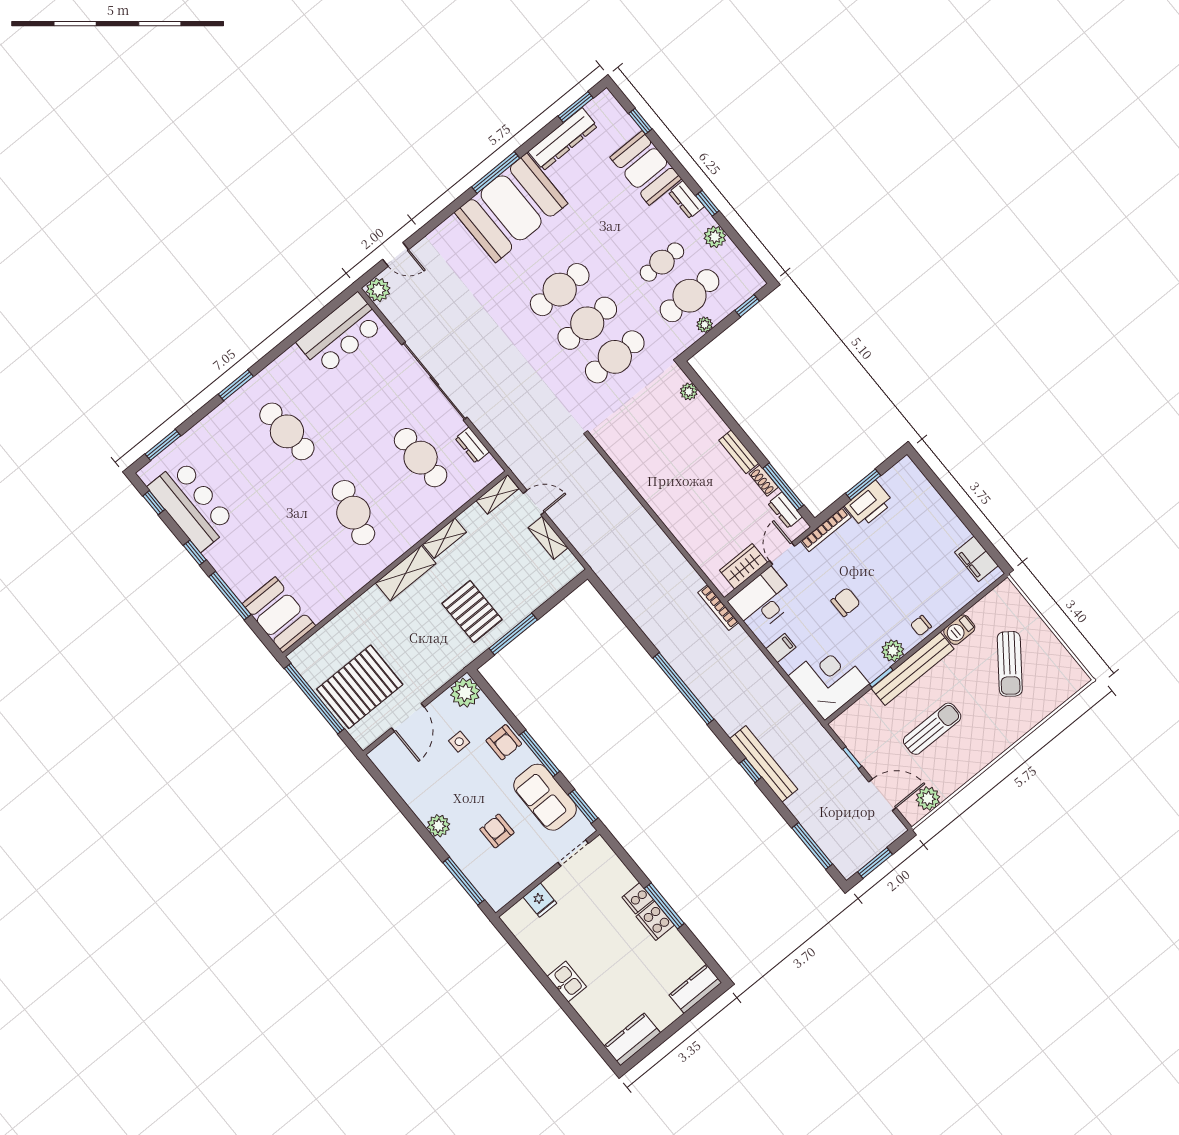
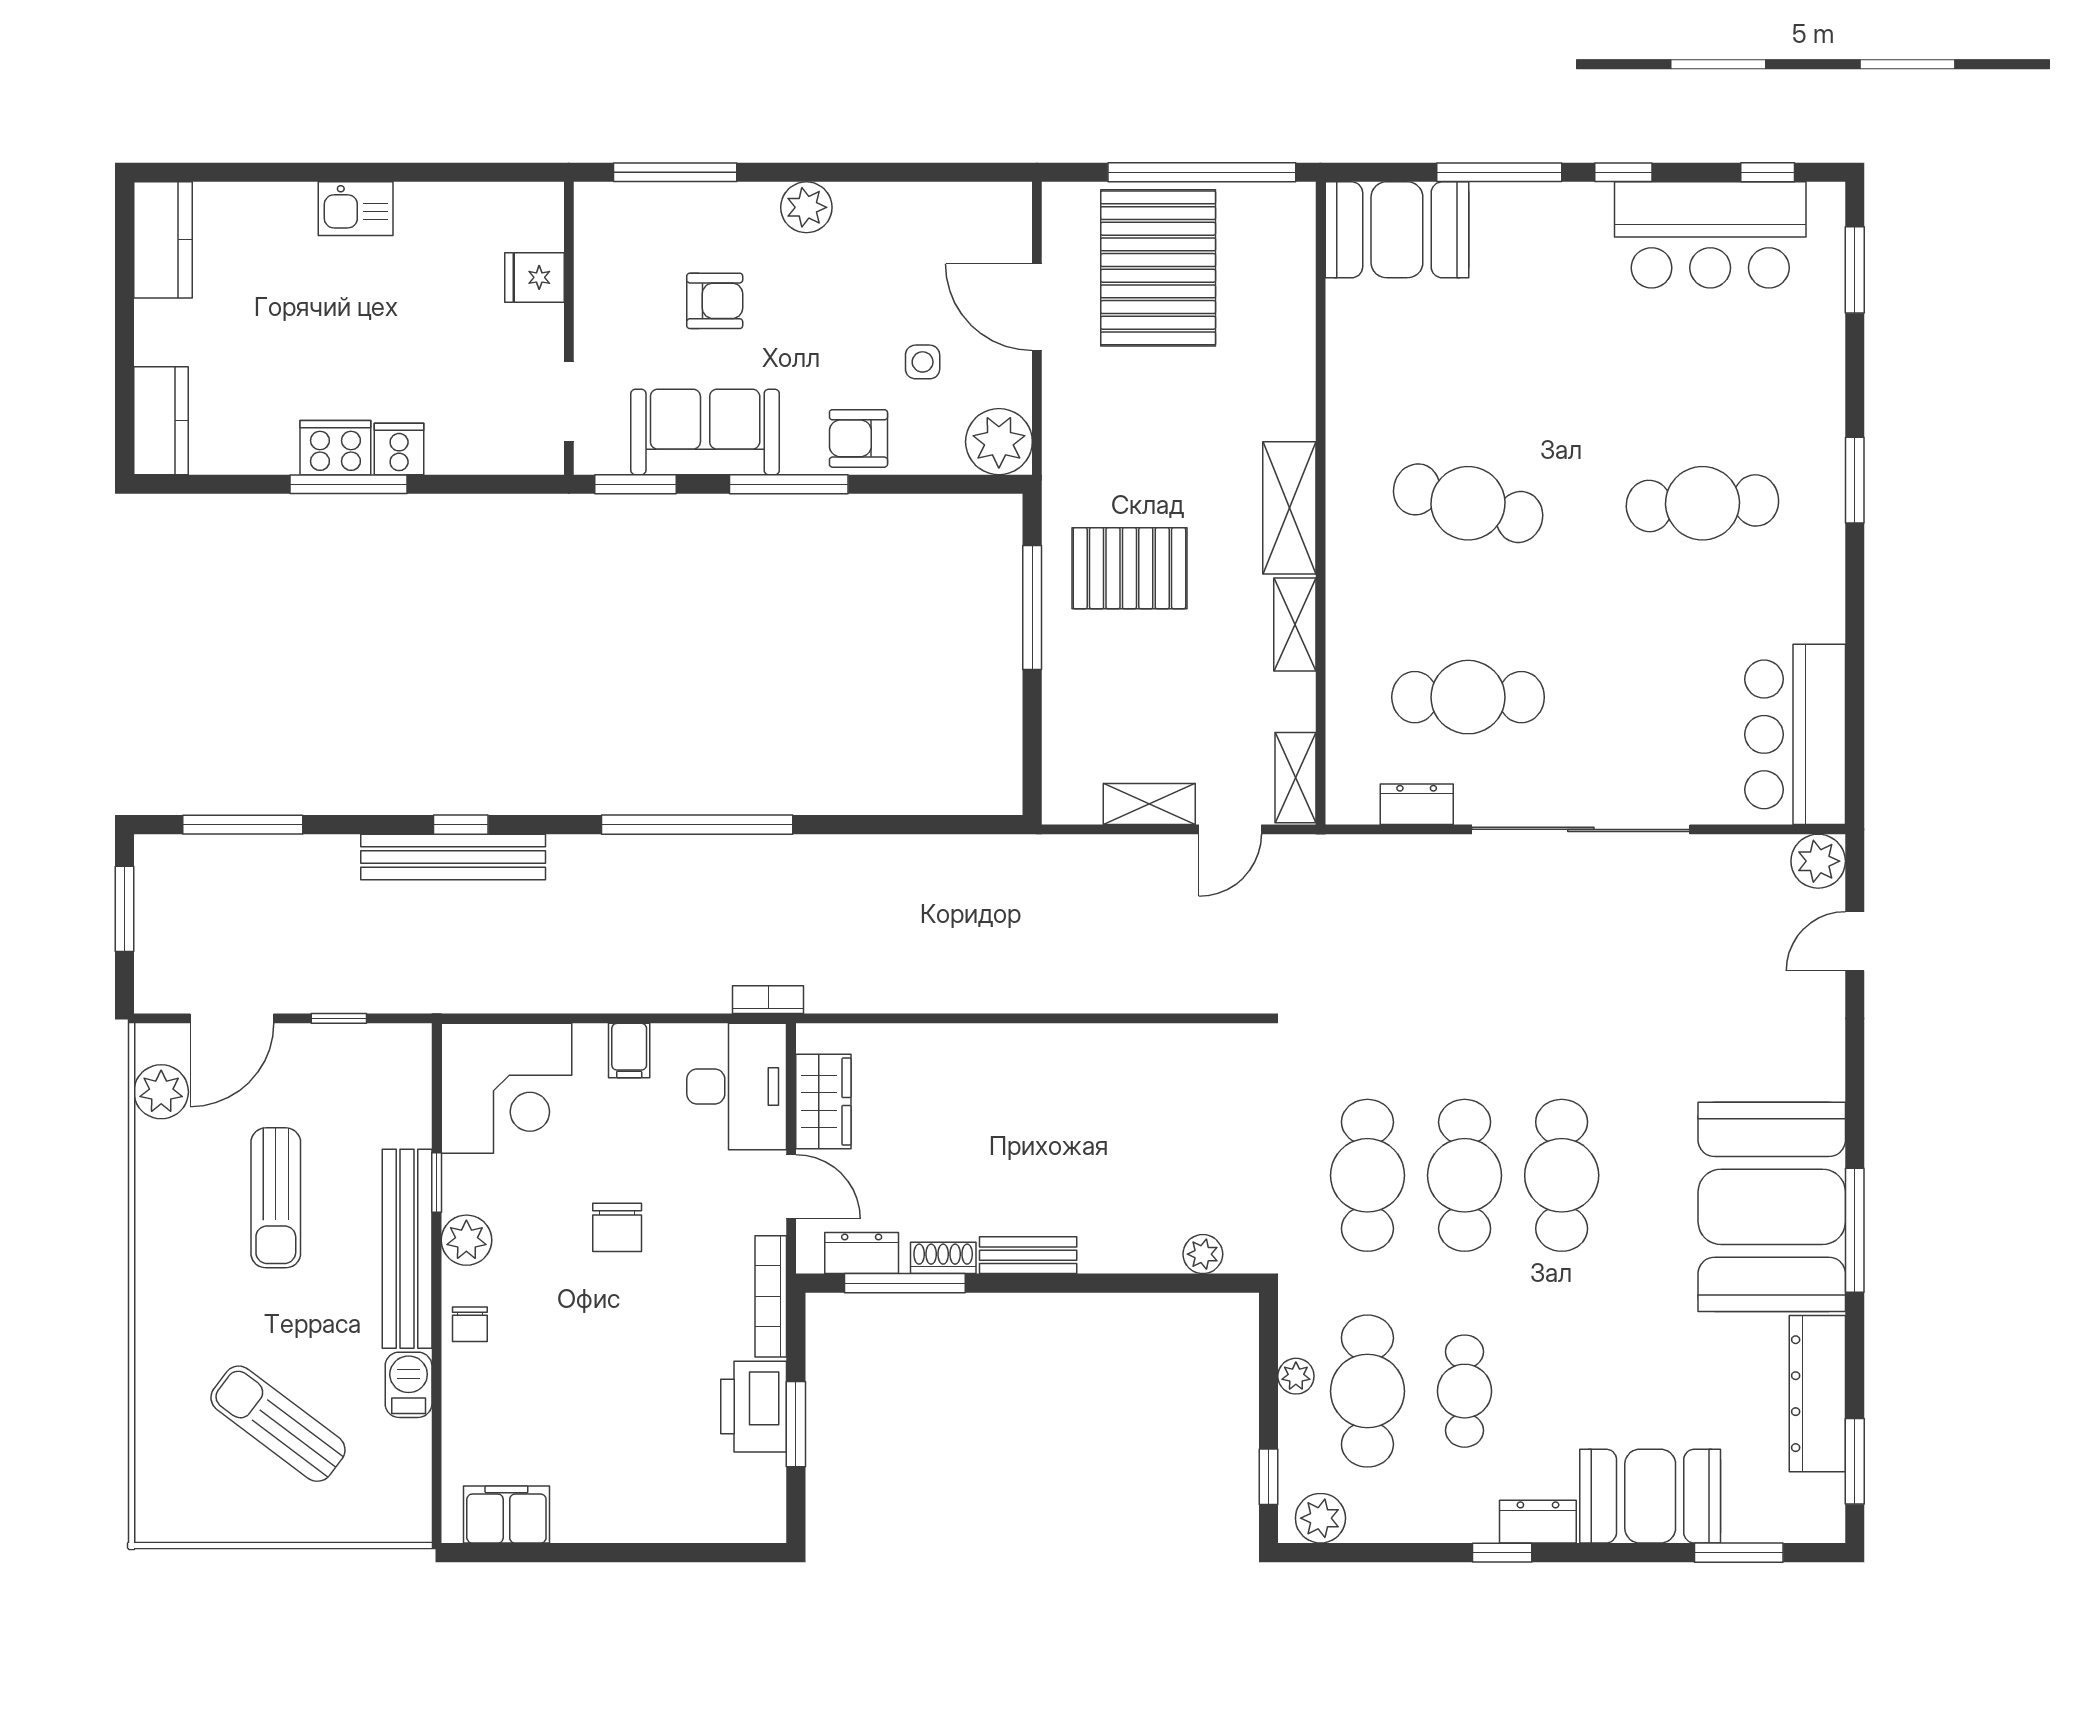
window: (640, 121) -> (1739, 1553), width x1.50
plant: (715, 237) -> (1320, 1518), moved
bookcase: (718, 607) -> (768, 1000), width x0.64
chair: (921, 626) -> (470, 1324), turned 180

